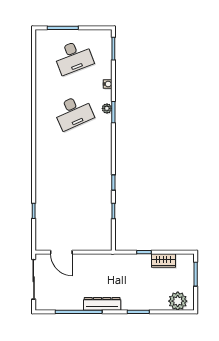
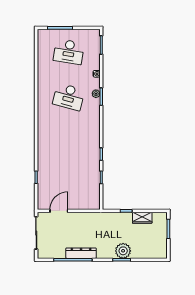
desk: (73, 57) -> (69, 52), turned 30
desk: (73, 112) -> (69, 97), turned 39
door: (61, 252) -> (59, 211), swing flipped
plant: (178, 301) -> (123, 251), moved
dresser: (102, 304) -> (81, 253), moved

